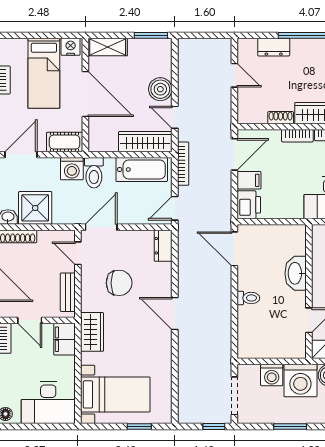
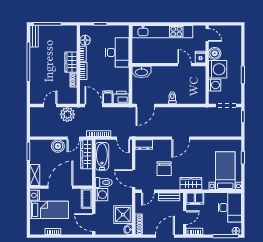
dresser: (274, 47) -> (35, 84), removed
plant: (218, 107) -> (67, 114), added
washbasin: (296, 273) -> (141, 72), moved
chair: (119, 283) -> (164, 169), turned 180

